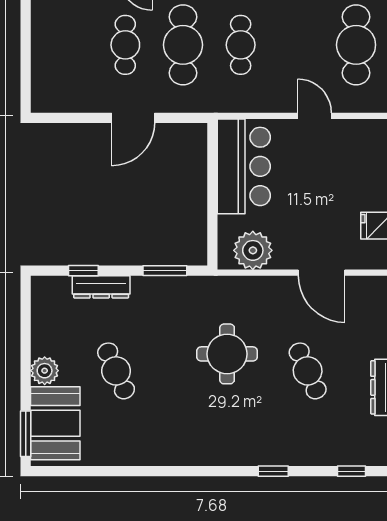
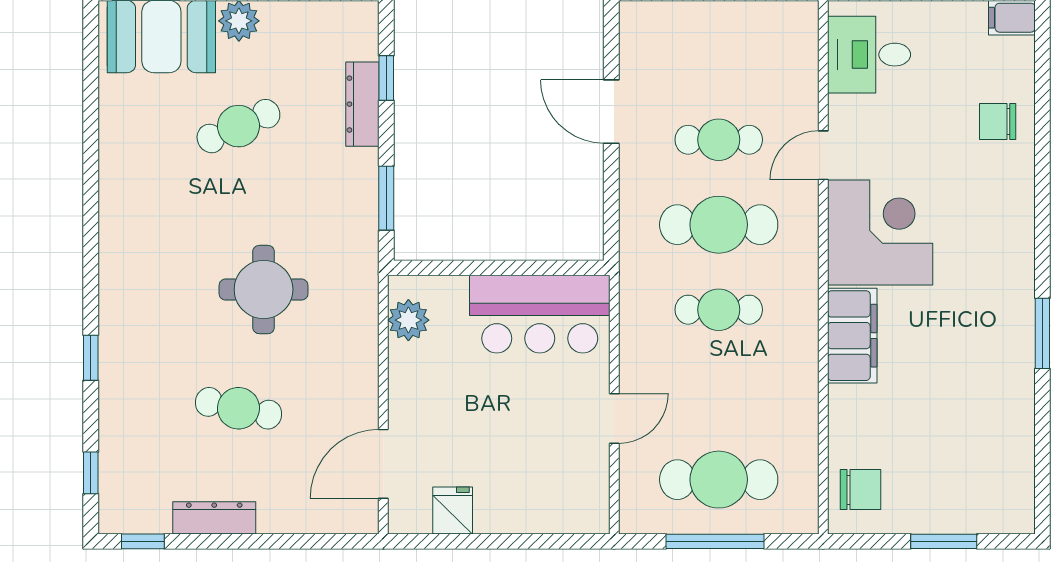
door: (133, 118) -> (611, 112), moved
plant: (253, 250) -> (408, 320), width x0.73, depth x0.73
door: (322, 273) -> (383, 464), moved
cafe table: (308, 371) -> (238, 408), turned 36

